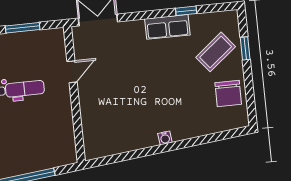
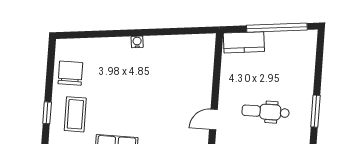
coffee table: (216, 52) -> (75, 114), turned -51
kitchen counter: (55, 157) -> (244, 42), added

